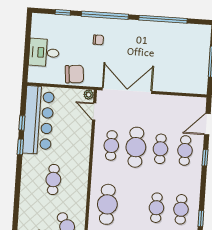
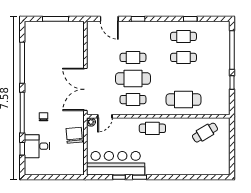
desk: (44, 53) -> (37, 146), moved, turned 90
cafe table: (185, 150) -> (133, 36), removed
cafe table: (53, 180) -> (152, 128), moved

